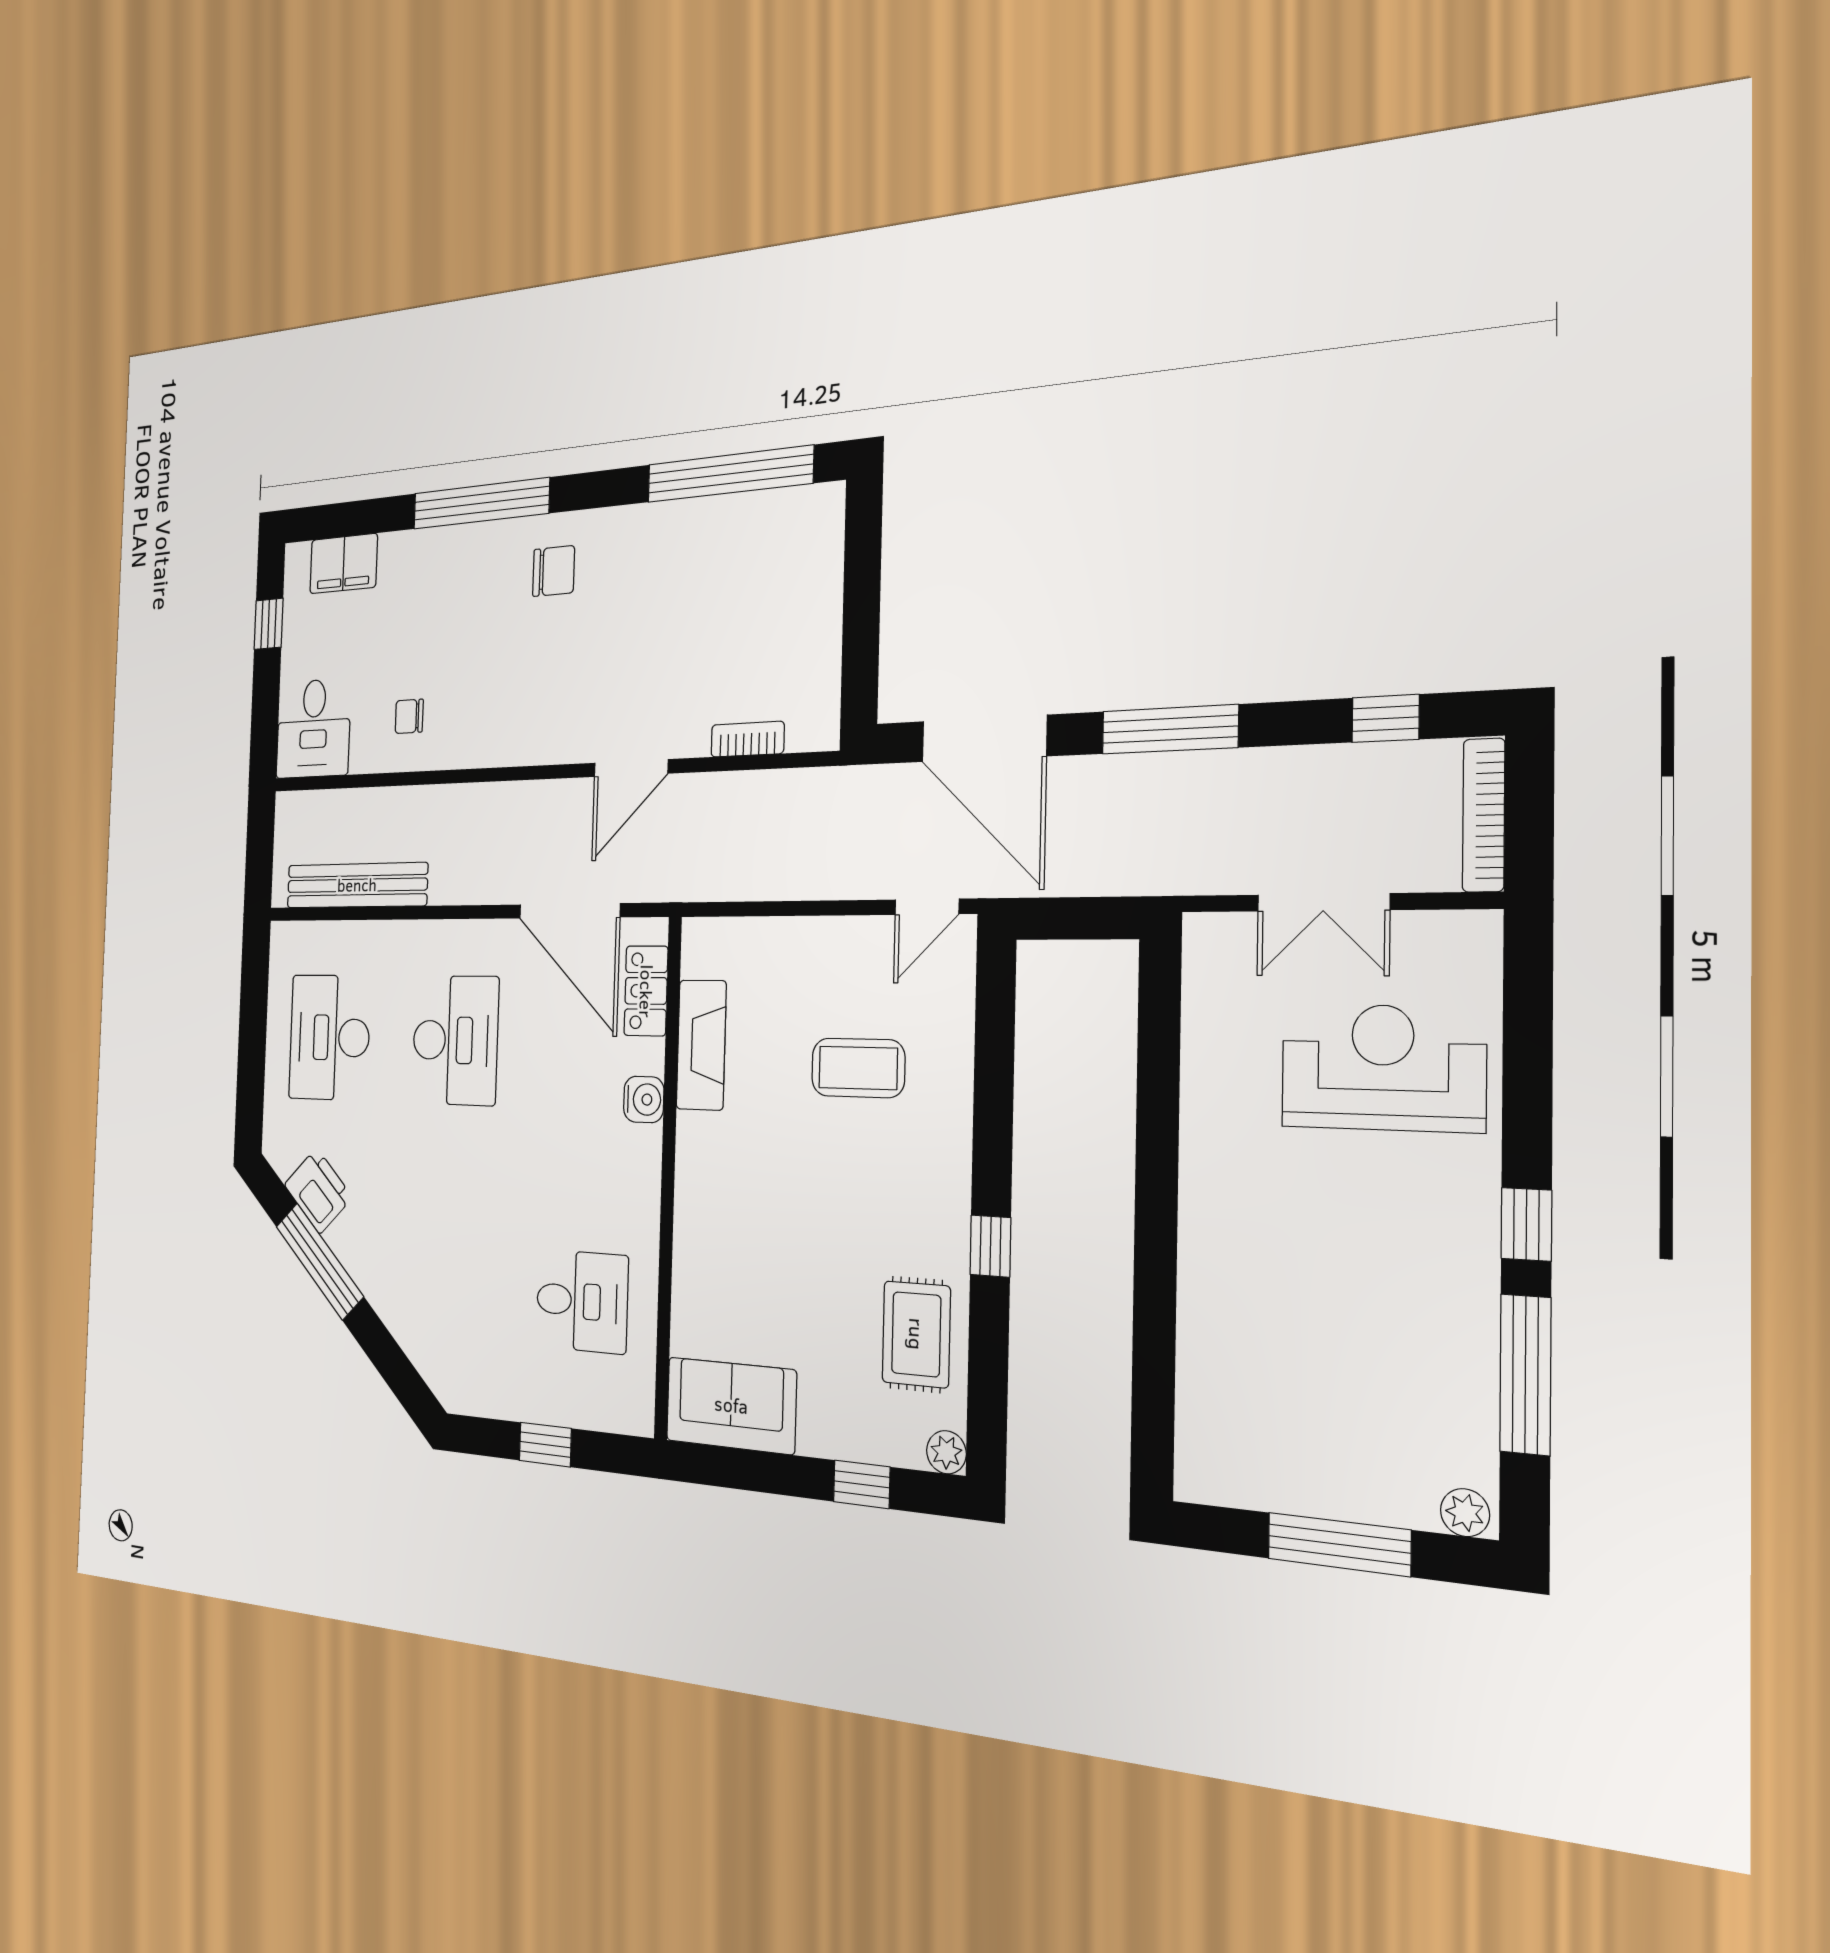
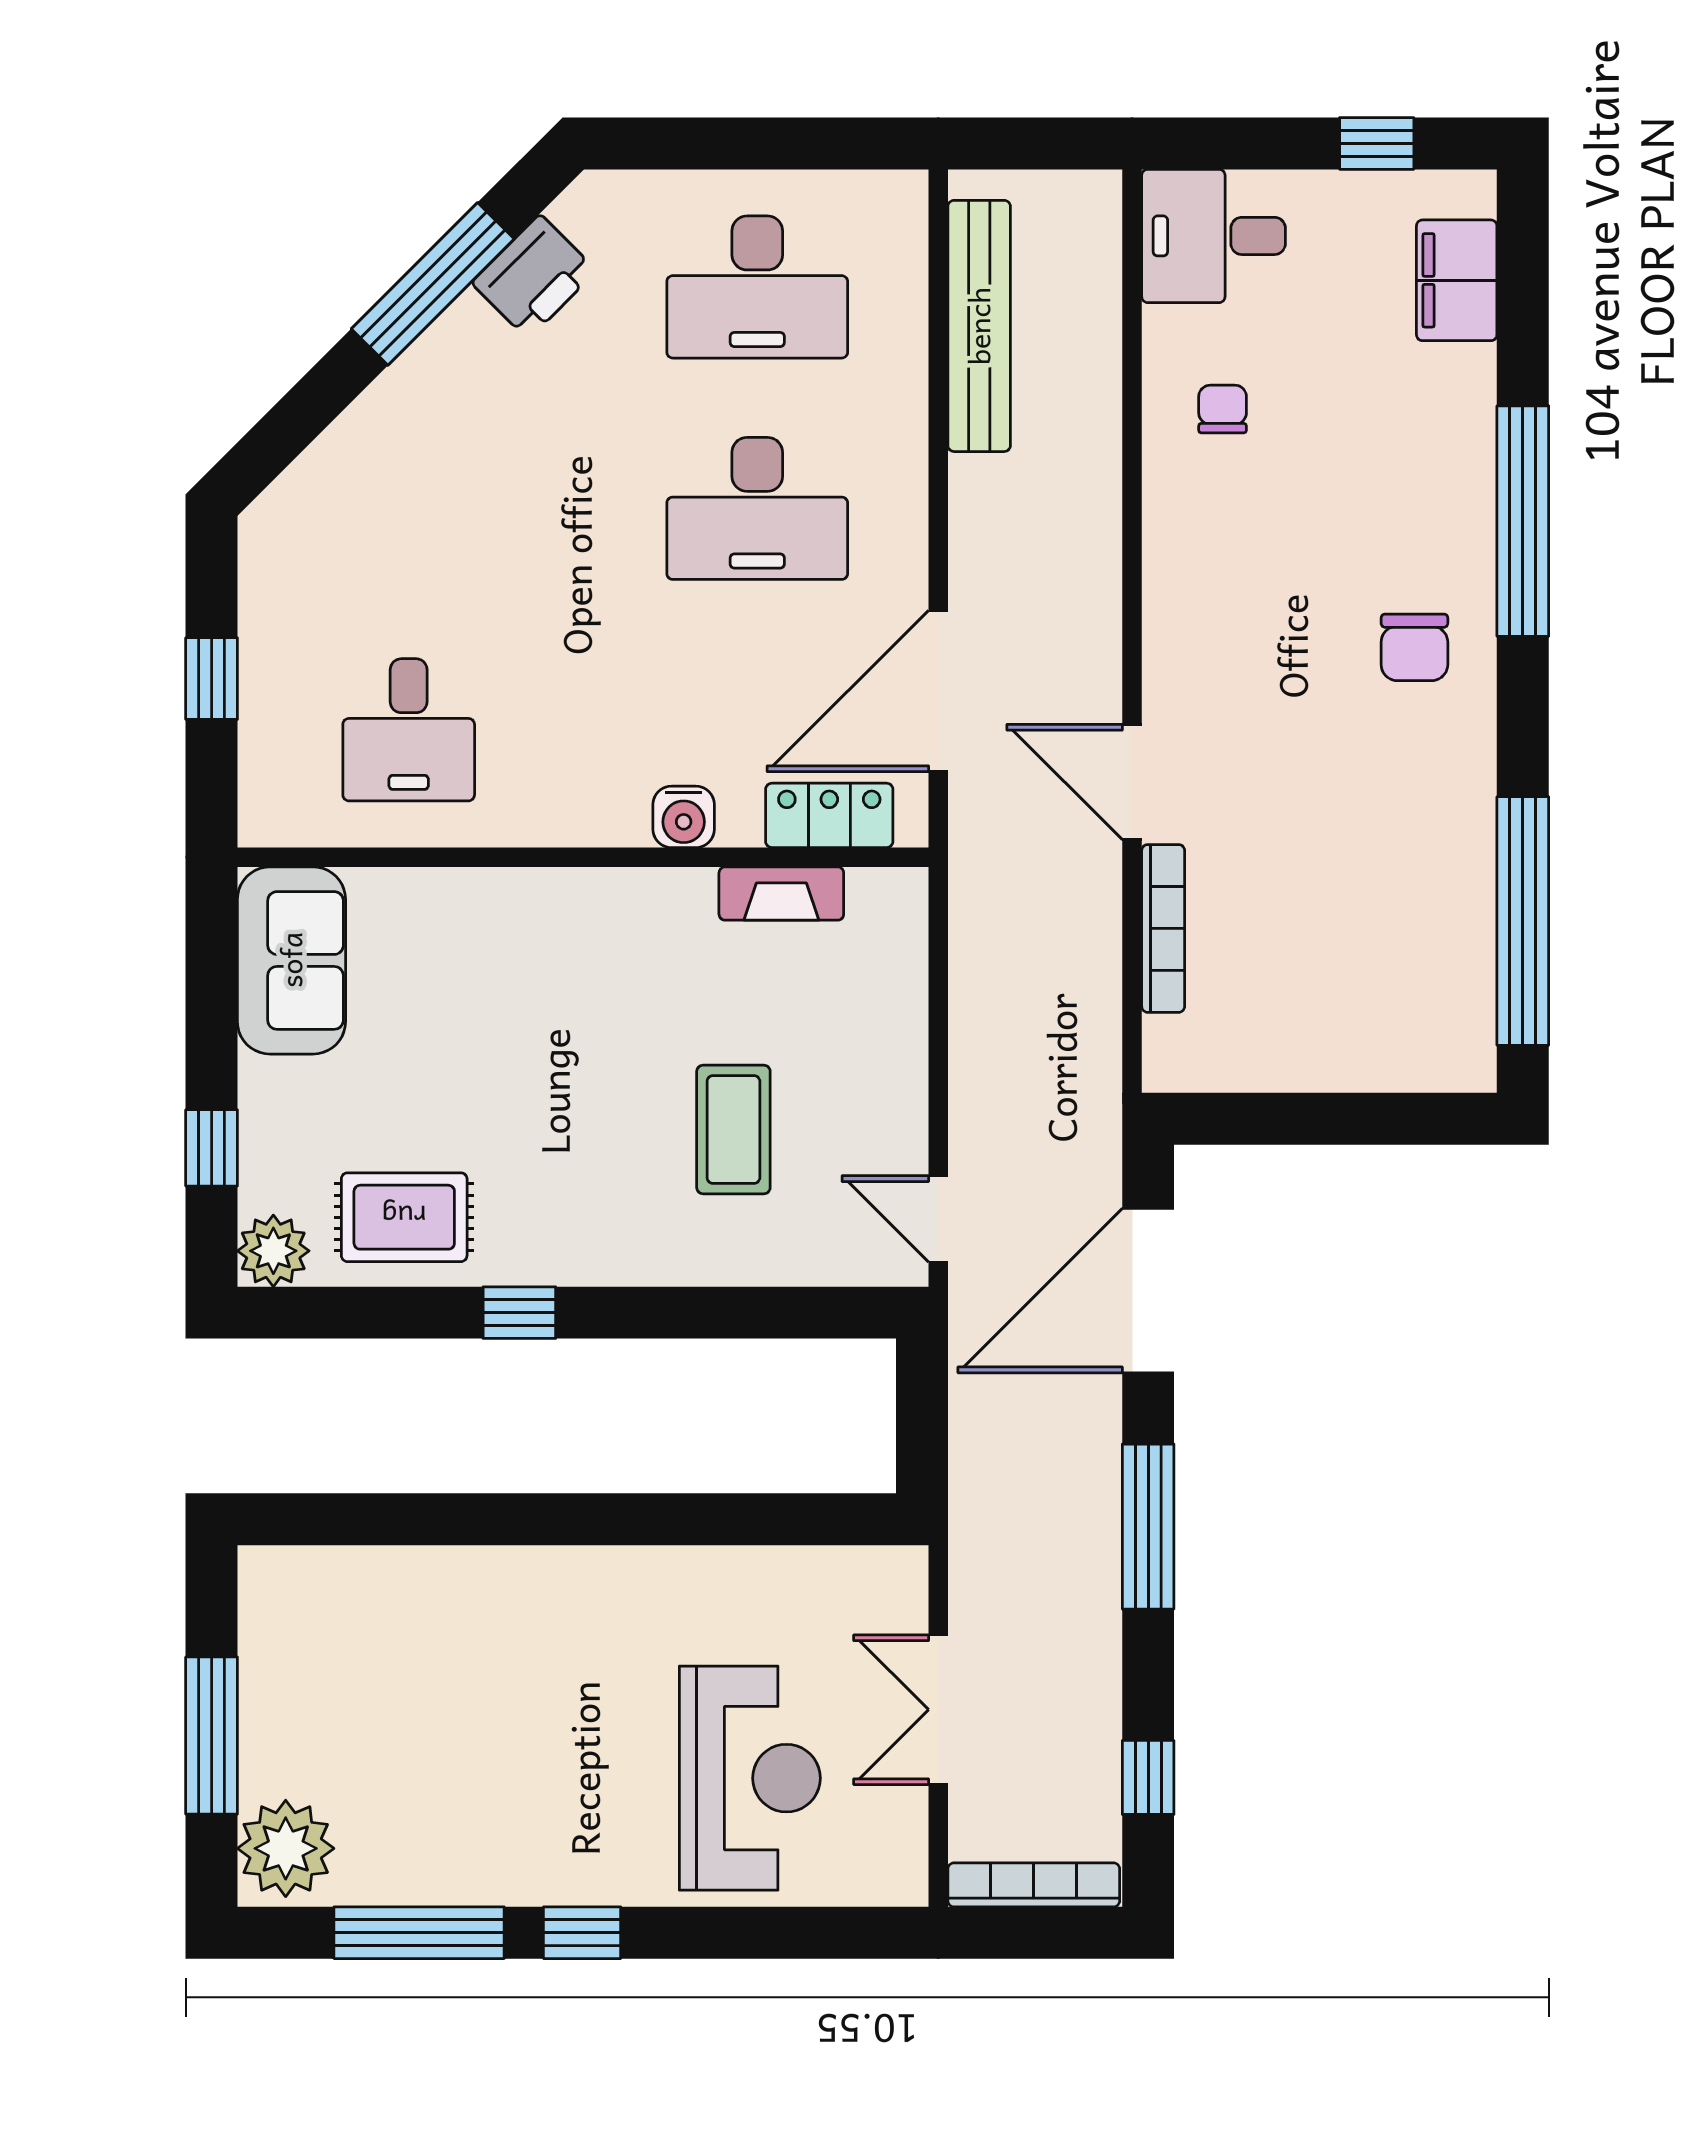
bookcase: (748, 739) -> (1163, 928), width x1.56
desk: (330, 1037) -> (757, 287), turned 180
fireplace: (701, 1045) -> (781, 894), width x0.73, depth x0.76
plant: (946, 1452) -> (273, 1251), width x1.38, depth x1.38
plant: (1465, 1513) -> (286, 1848), width x1.87, depth x1.87

